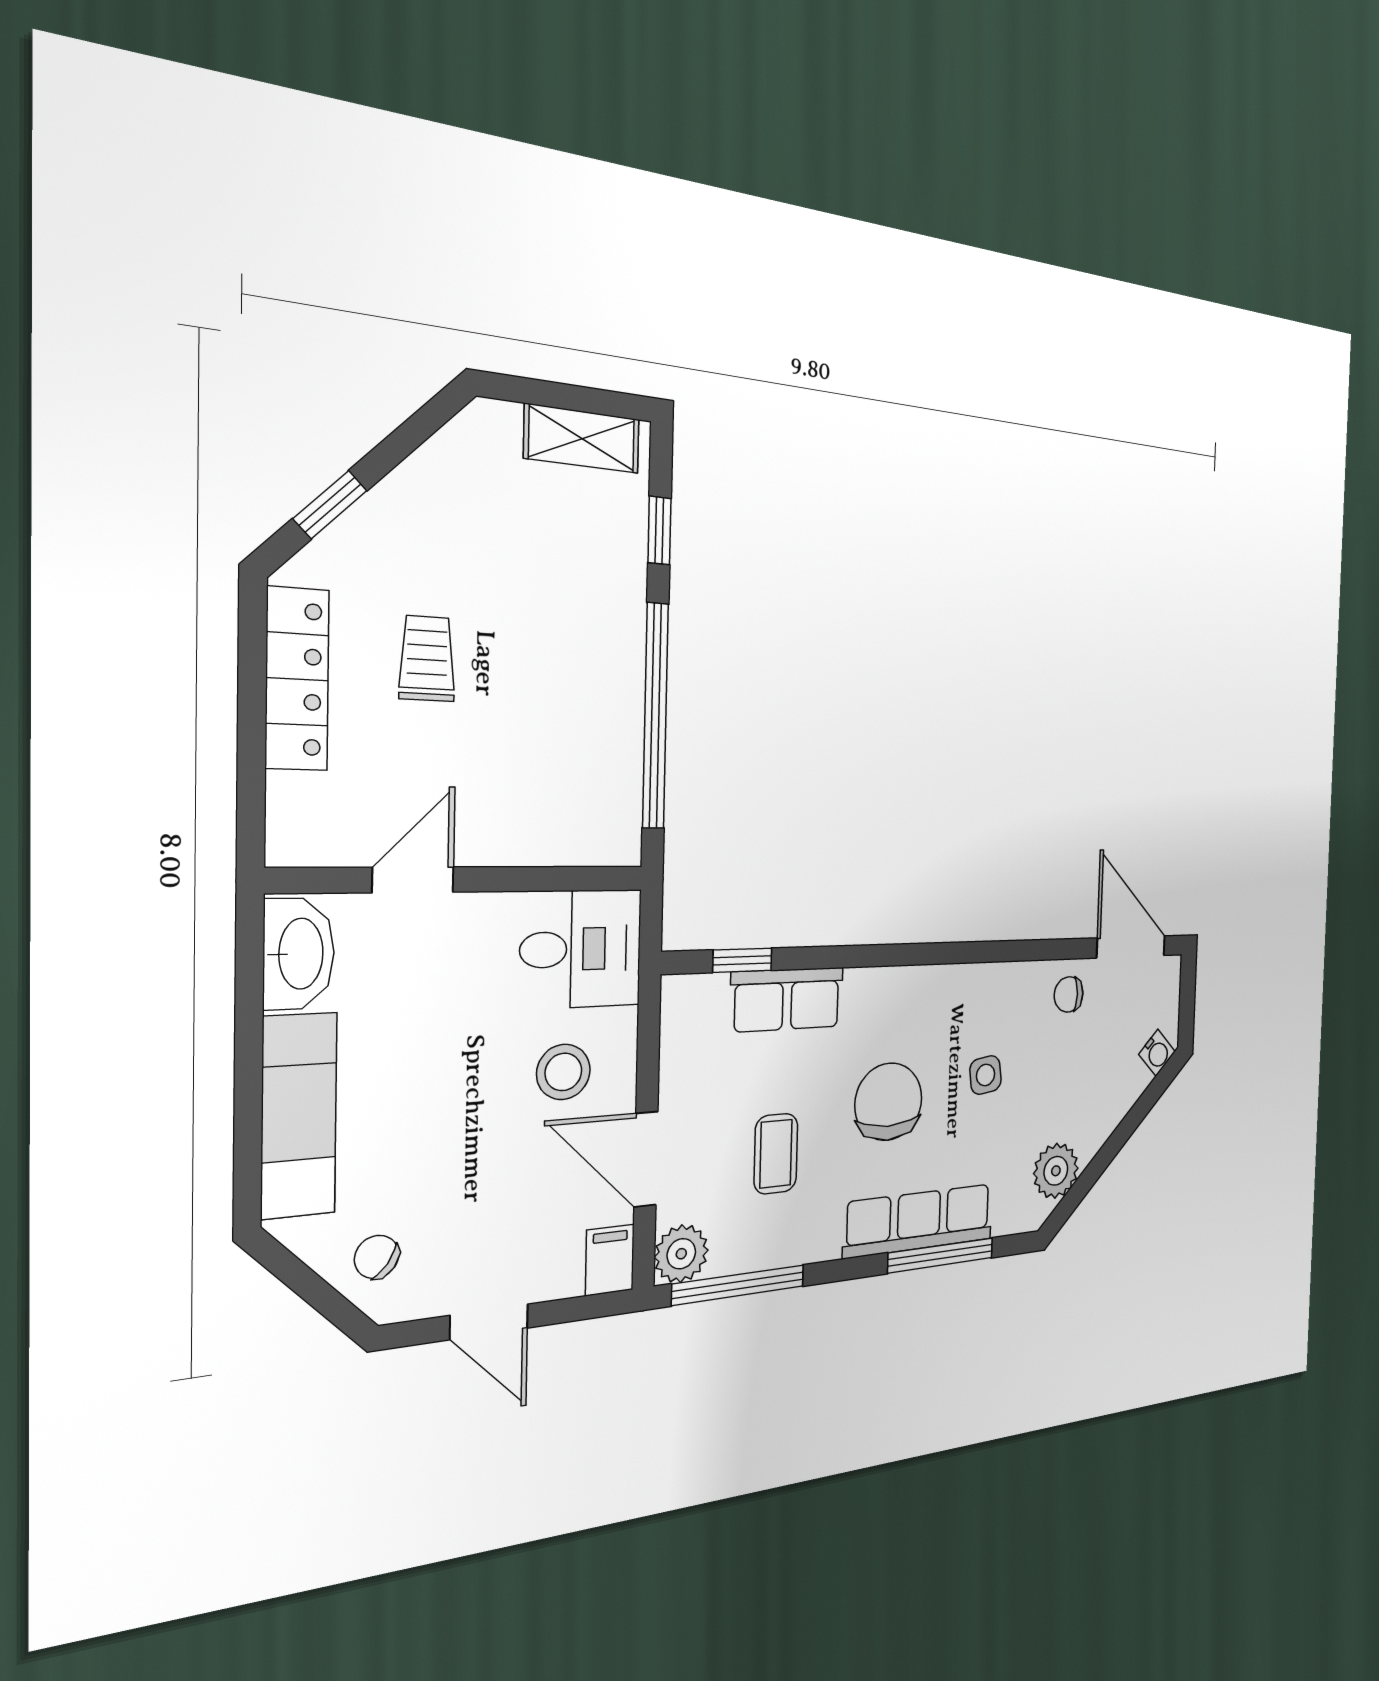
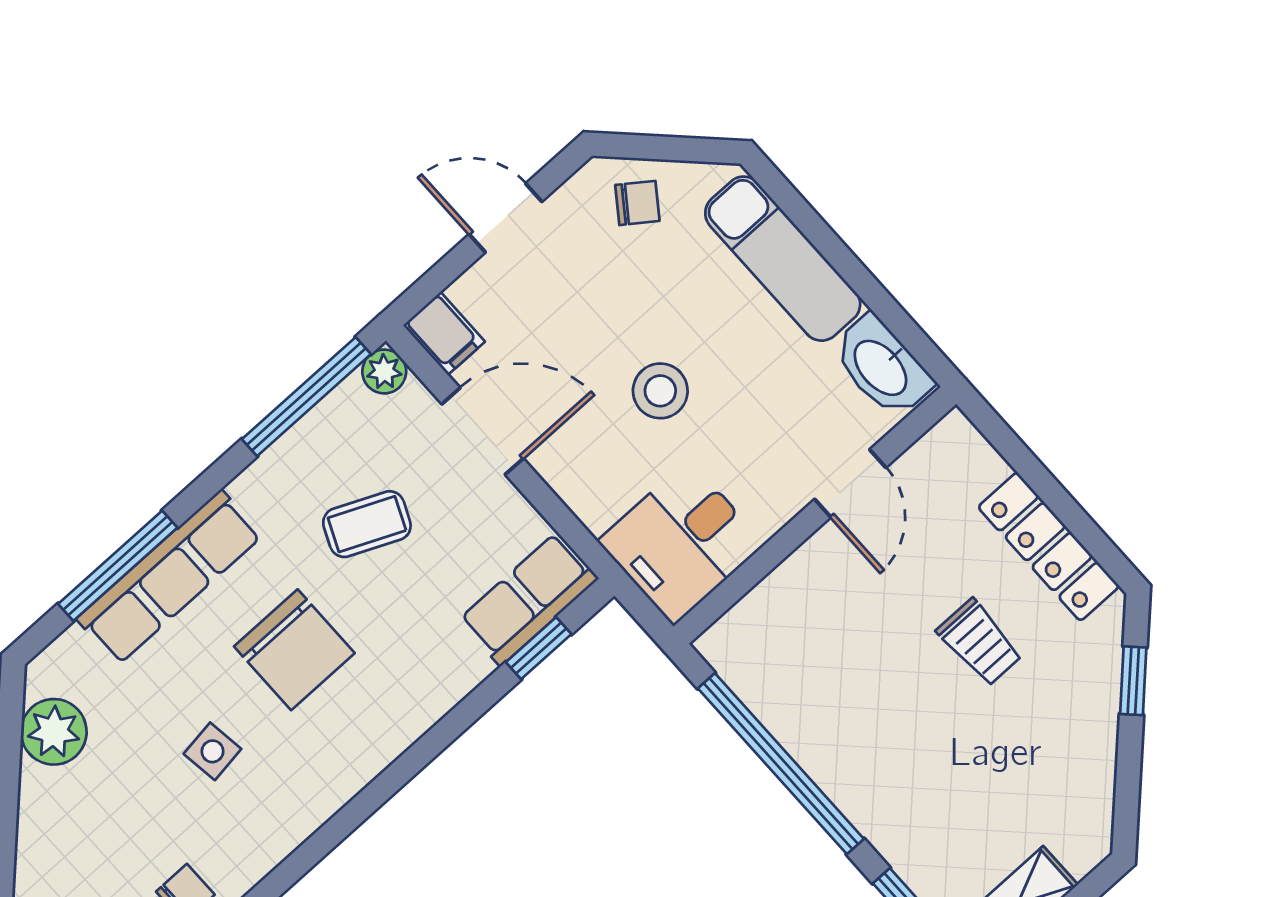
row of seats: (787, 999) -> (529, 599), moved
stool: (563, 1072) -> (660, 391), moved
coffee table: (776, 1154) -> (367, 524), turned -66
plant: (681, 1254) -> (384, 371), width x0.73, depth x0.73

